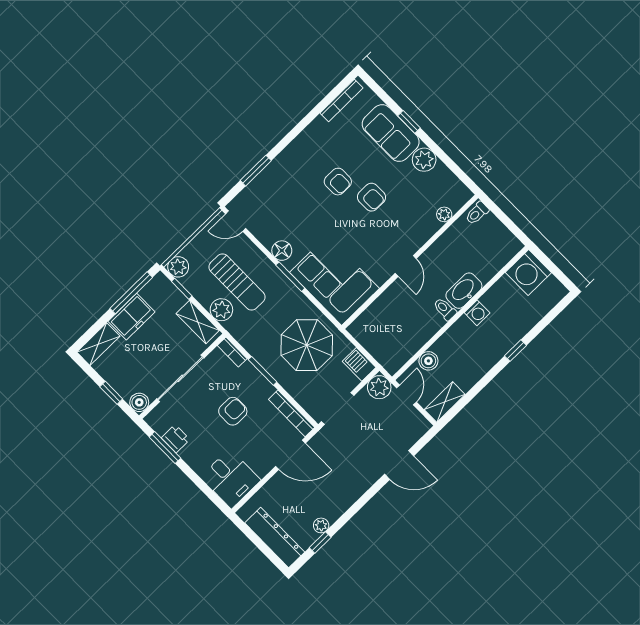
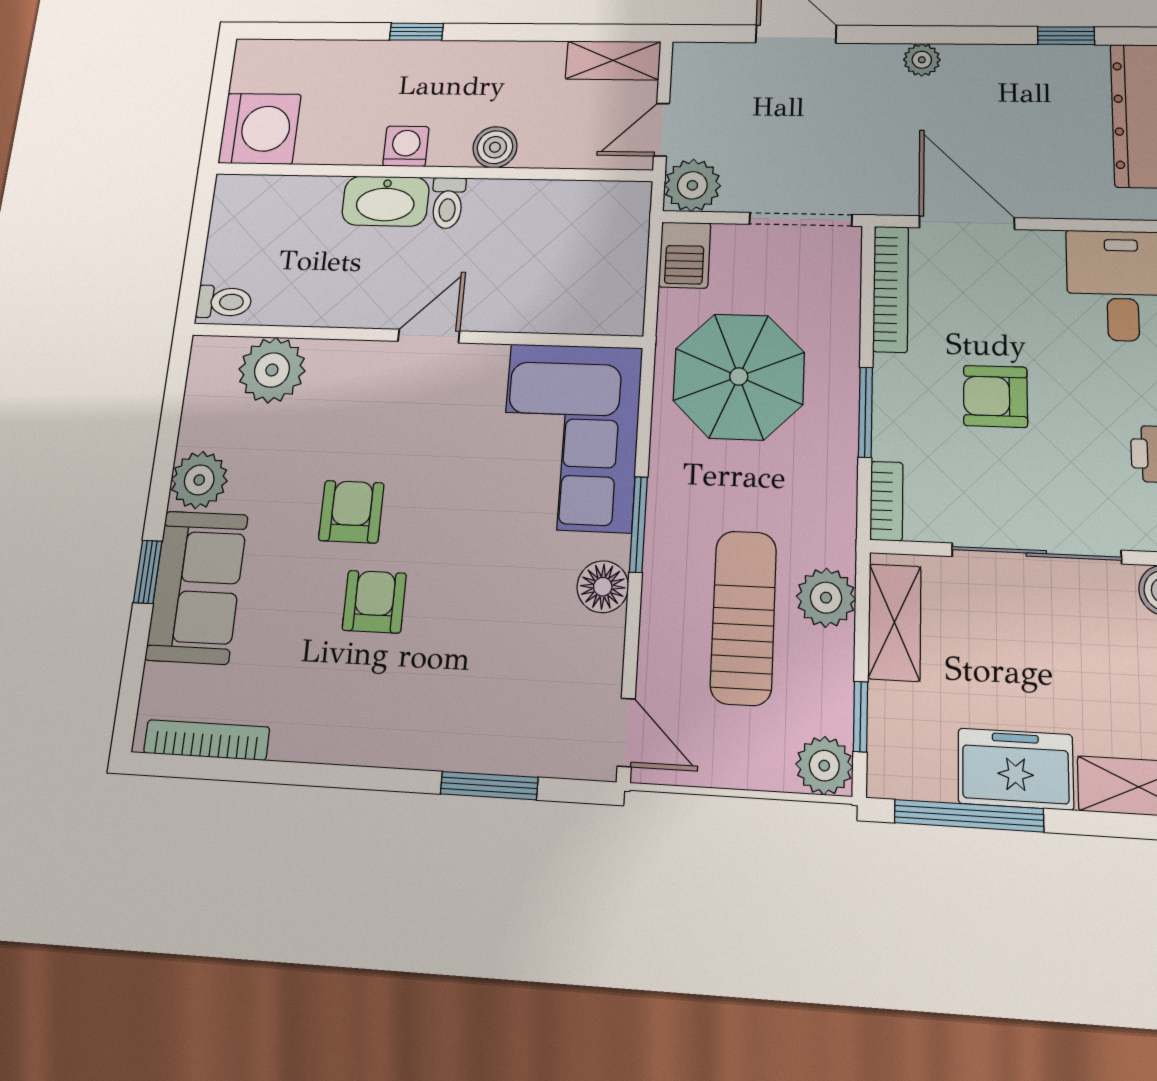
plant: (444, 214) -> (272, 370), width x1.88, depth x1.88
boiler: (428, 361) -> (495, 147), moved
plant: (321, 525) -> (922, 60), moved

